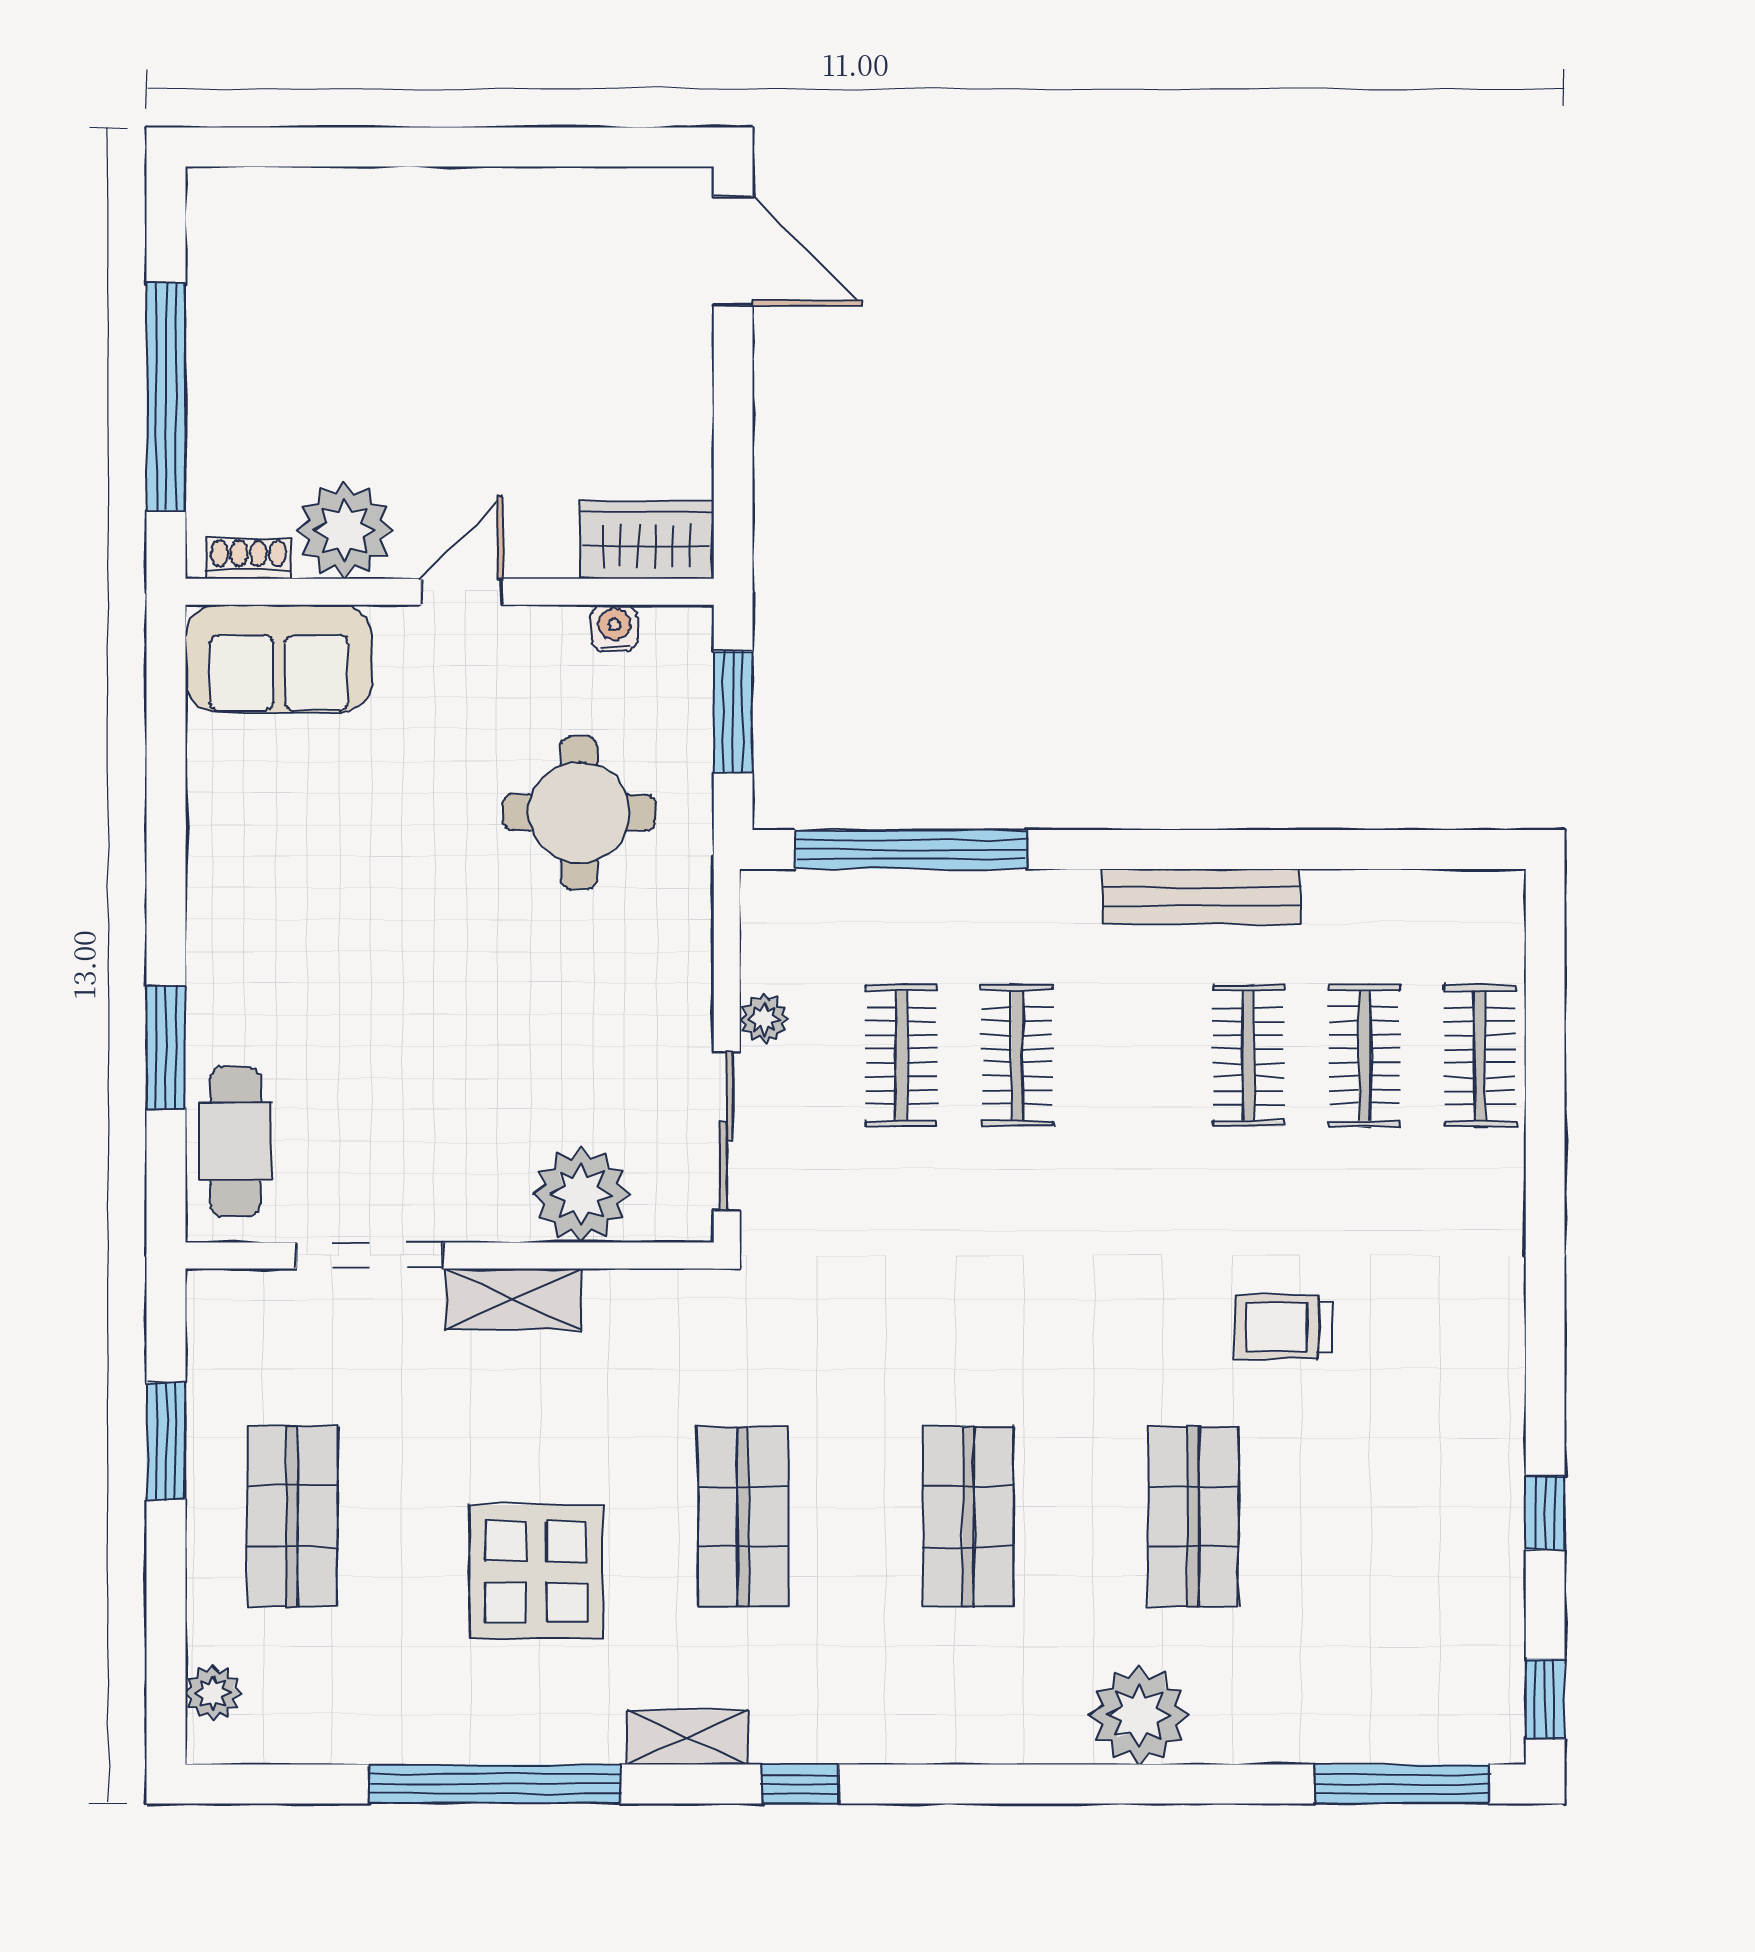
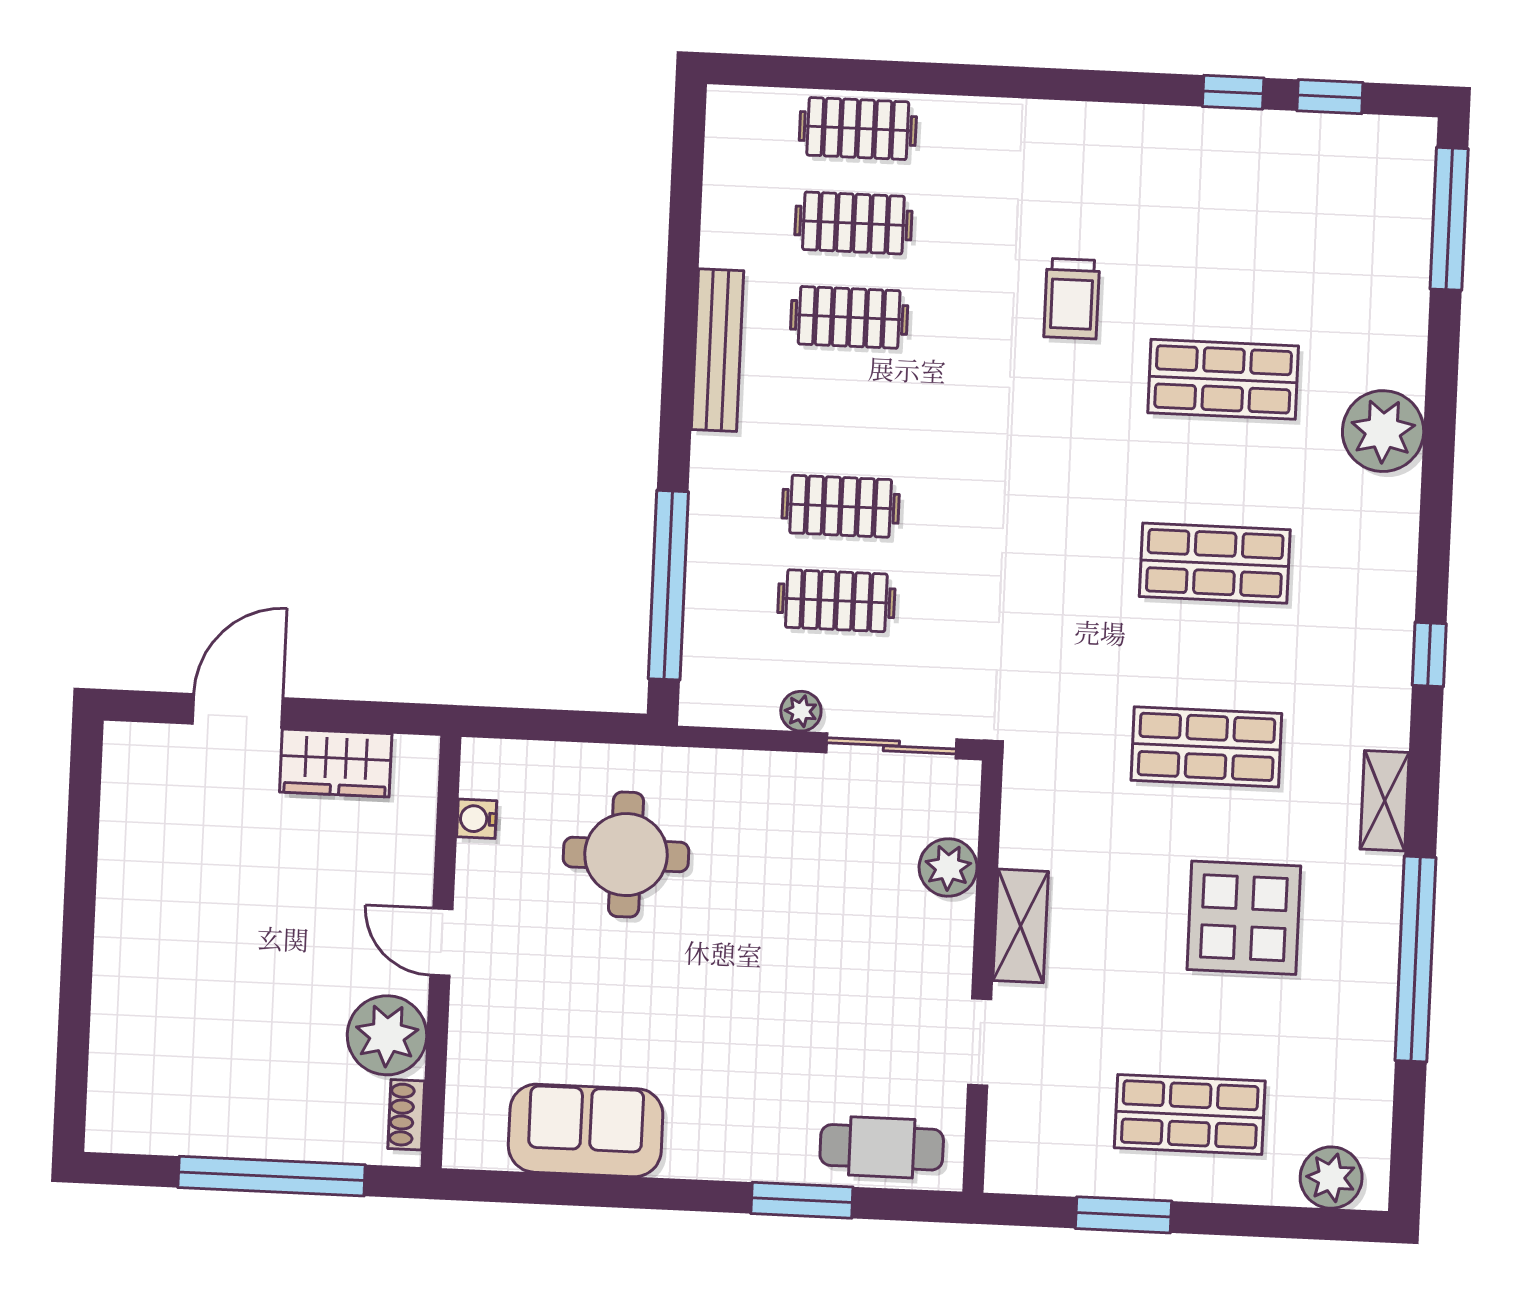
door: (733, 251) -> (238, 711), moved
wardrobe: (647, 540) -> (336, 763), moved, turned -90
sofa: (279, 659) -> (586, 1130), moved, turned -90
window: (733, 712) -> (550, 725), removed
plant: (581, 1194) -> (948, 868), width x0.73, depth x0.73
doorway: (370, 1255) -> (980, 1042), width x0.73
plant: (213, 1693) -> (1331, 1178), width x1.38, depth x1.38
window: (1545, 1699) -> (1330, 97), moved
window: (800, 1784) -> (1429, 654), moved

